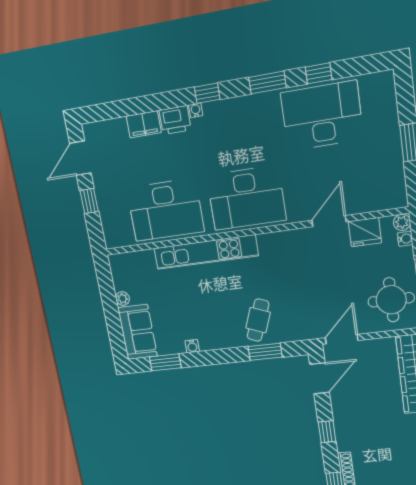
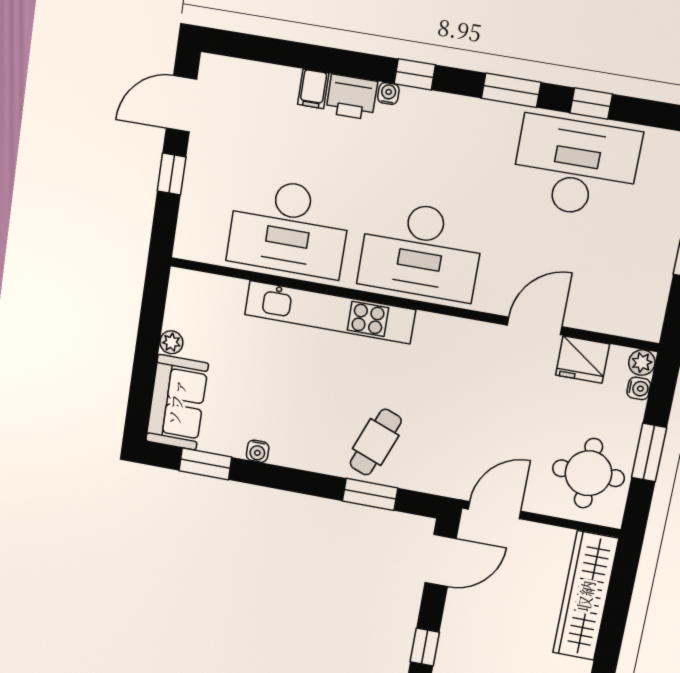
filing cabinet: (144, 124) -> (313, 89), width x0.50

